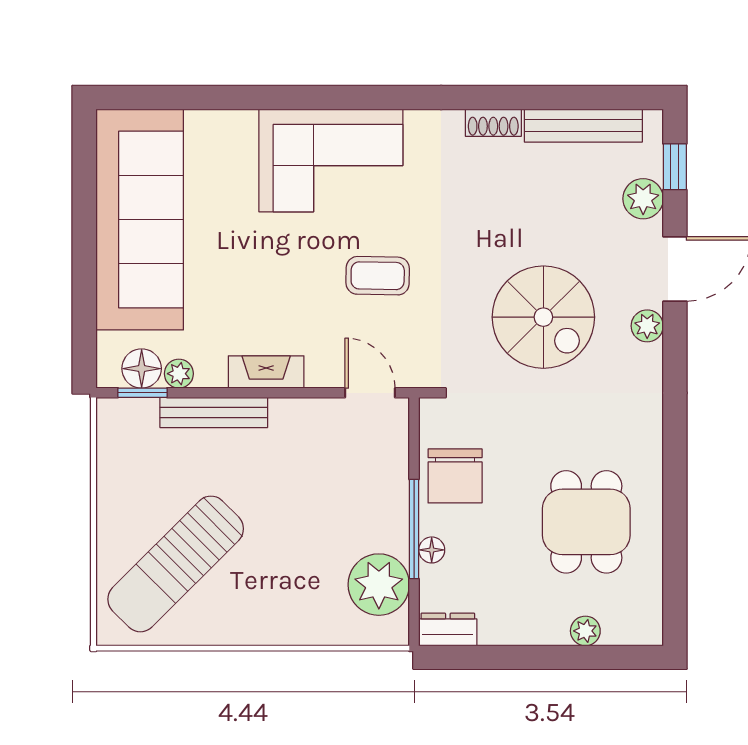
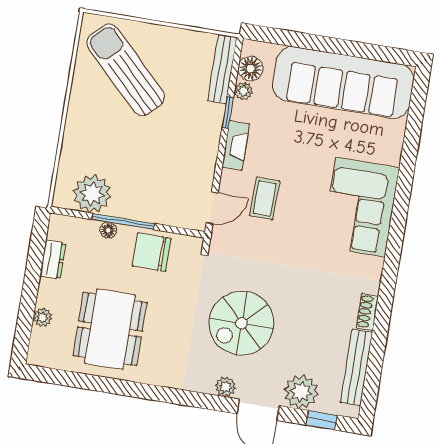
plant: (643, 199) -> (301, 392), width x1.36, depth x1.36
coffee table: (378, 276) -> (265, 198), moved
window: (143, 393) -> (228, 112), moved
bench: (214, 412) -> (222, 69), moved
dining table: (586, 522) -> (110, 329), width x1.38
dresser: (448, 629) -> (53, 260), moved

